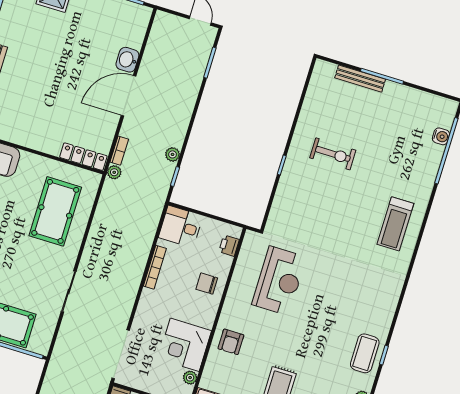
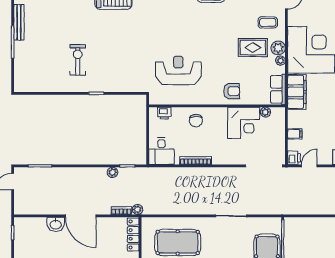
bench: (360, 79) -> (19, 22), moved

